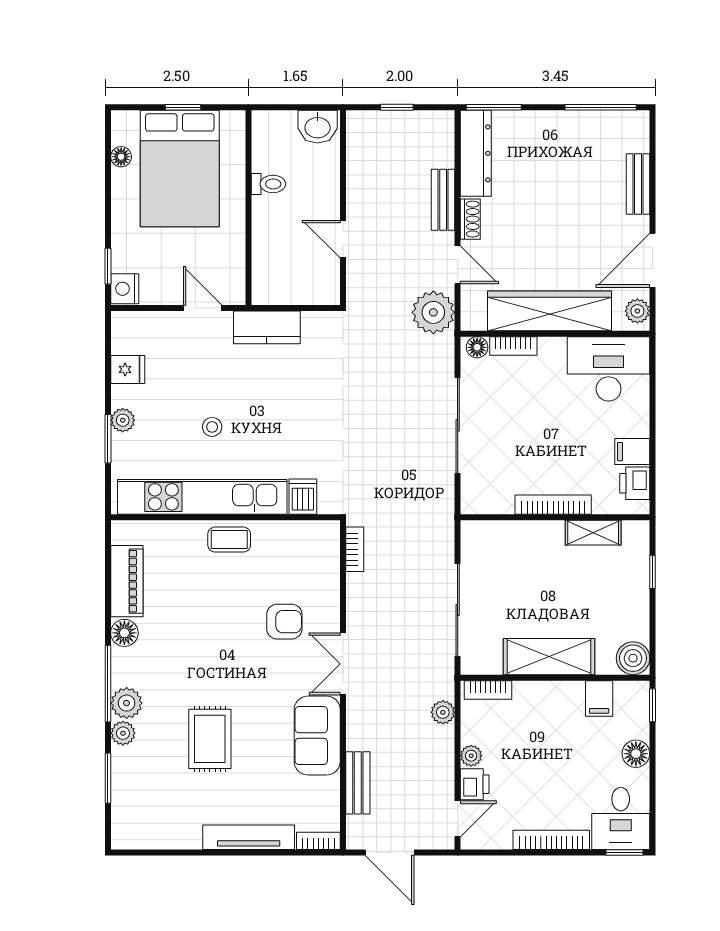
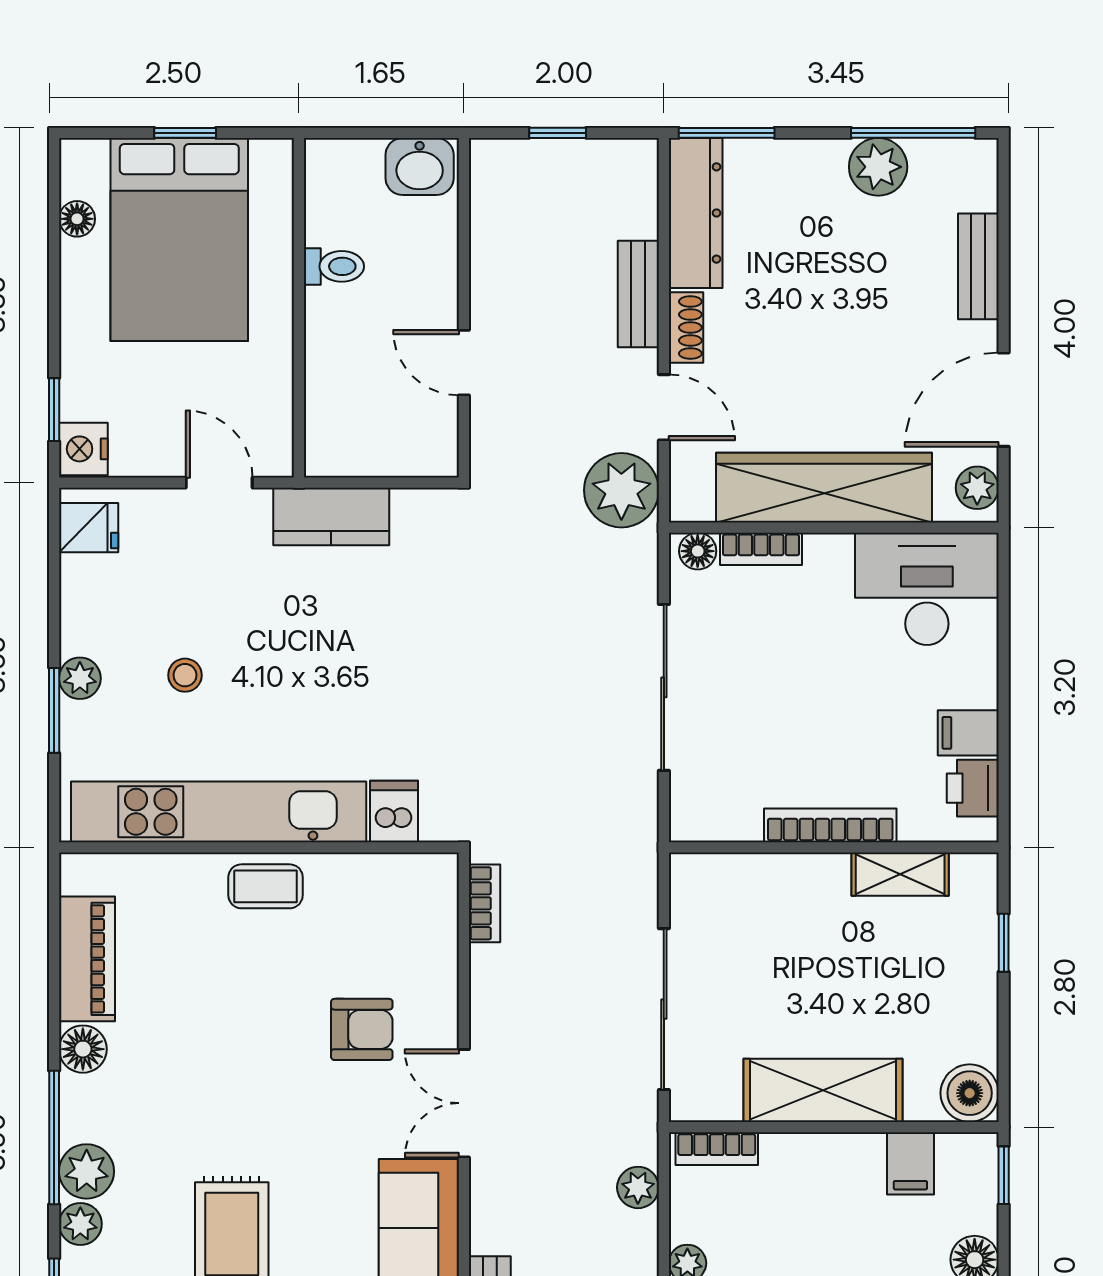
plant: (581, 127) -> (878, 167), added
fridge: (128, 369) -> (89, 528), moved
stool: (212, 427) -> (185, 675), moved

